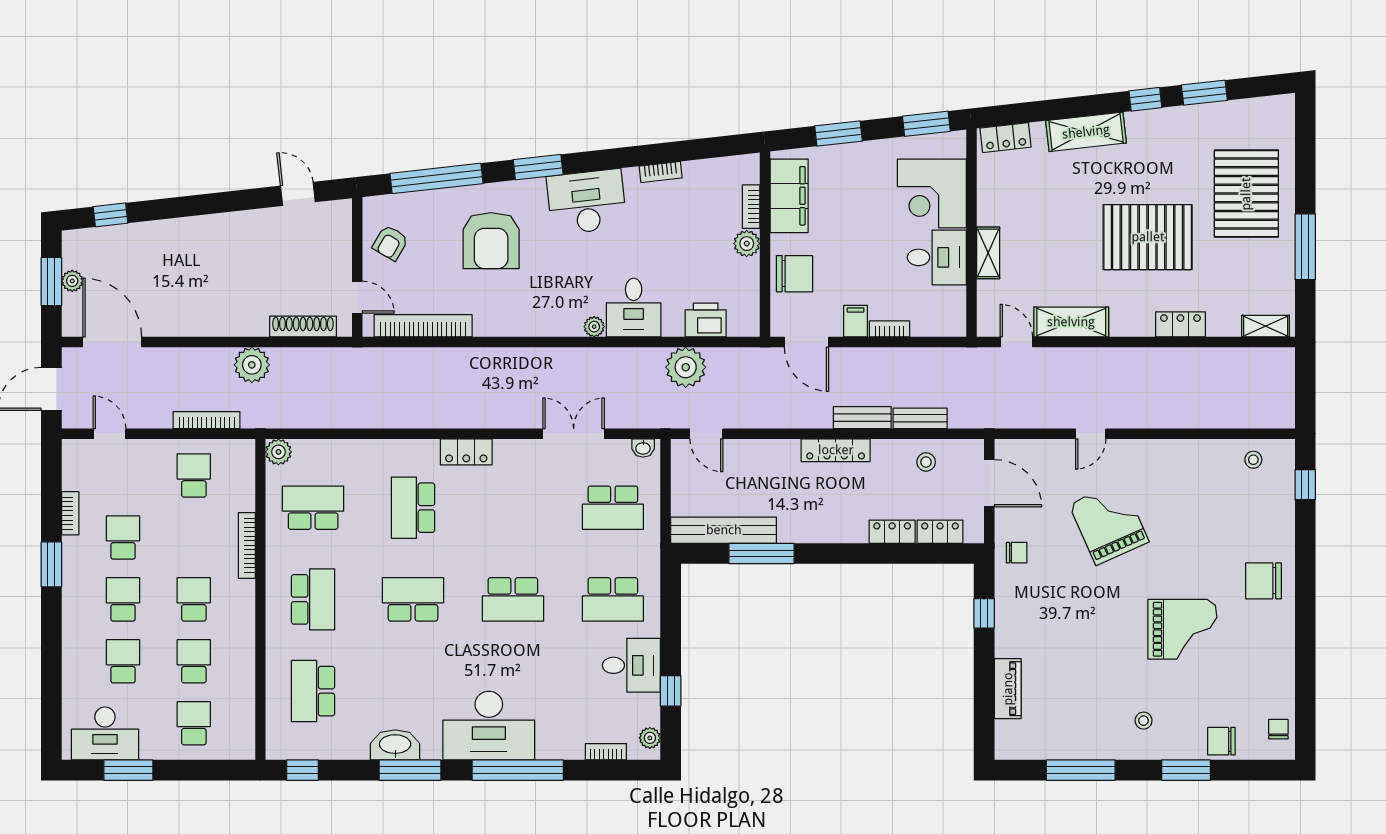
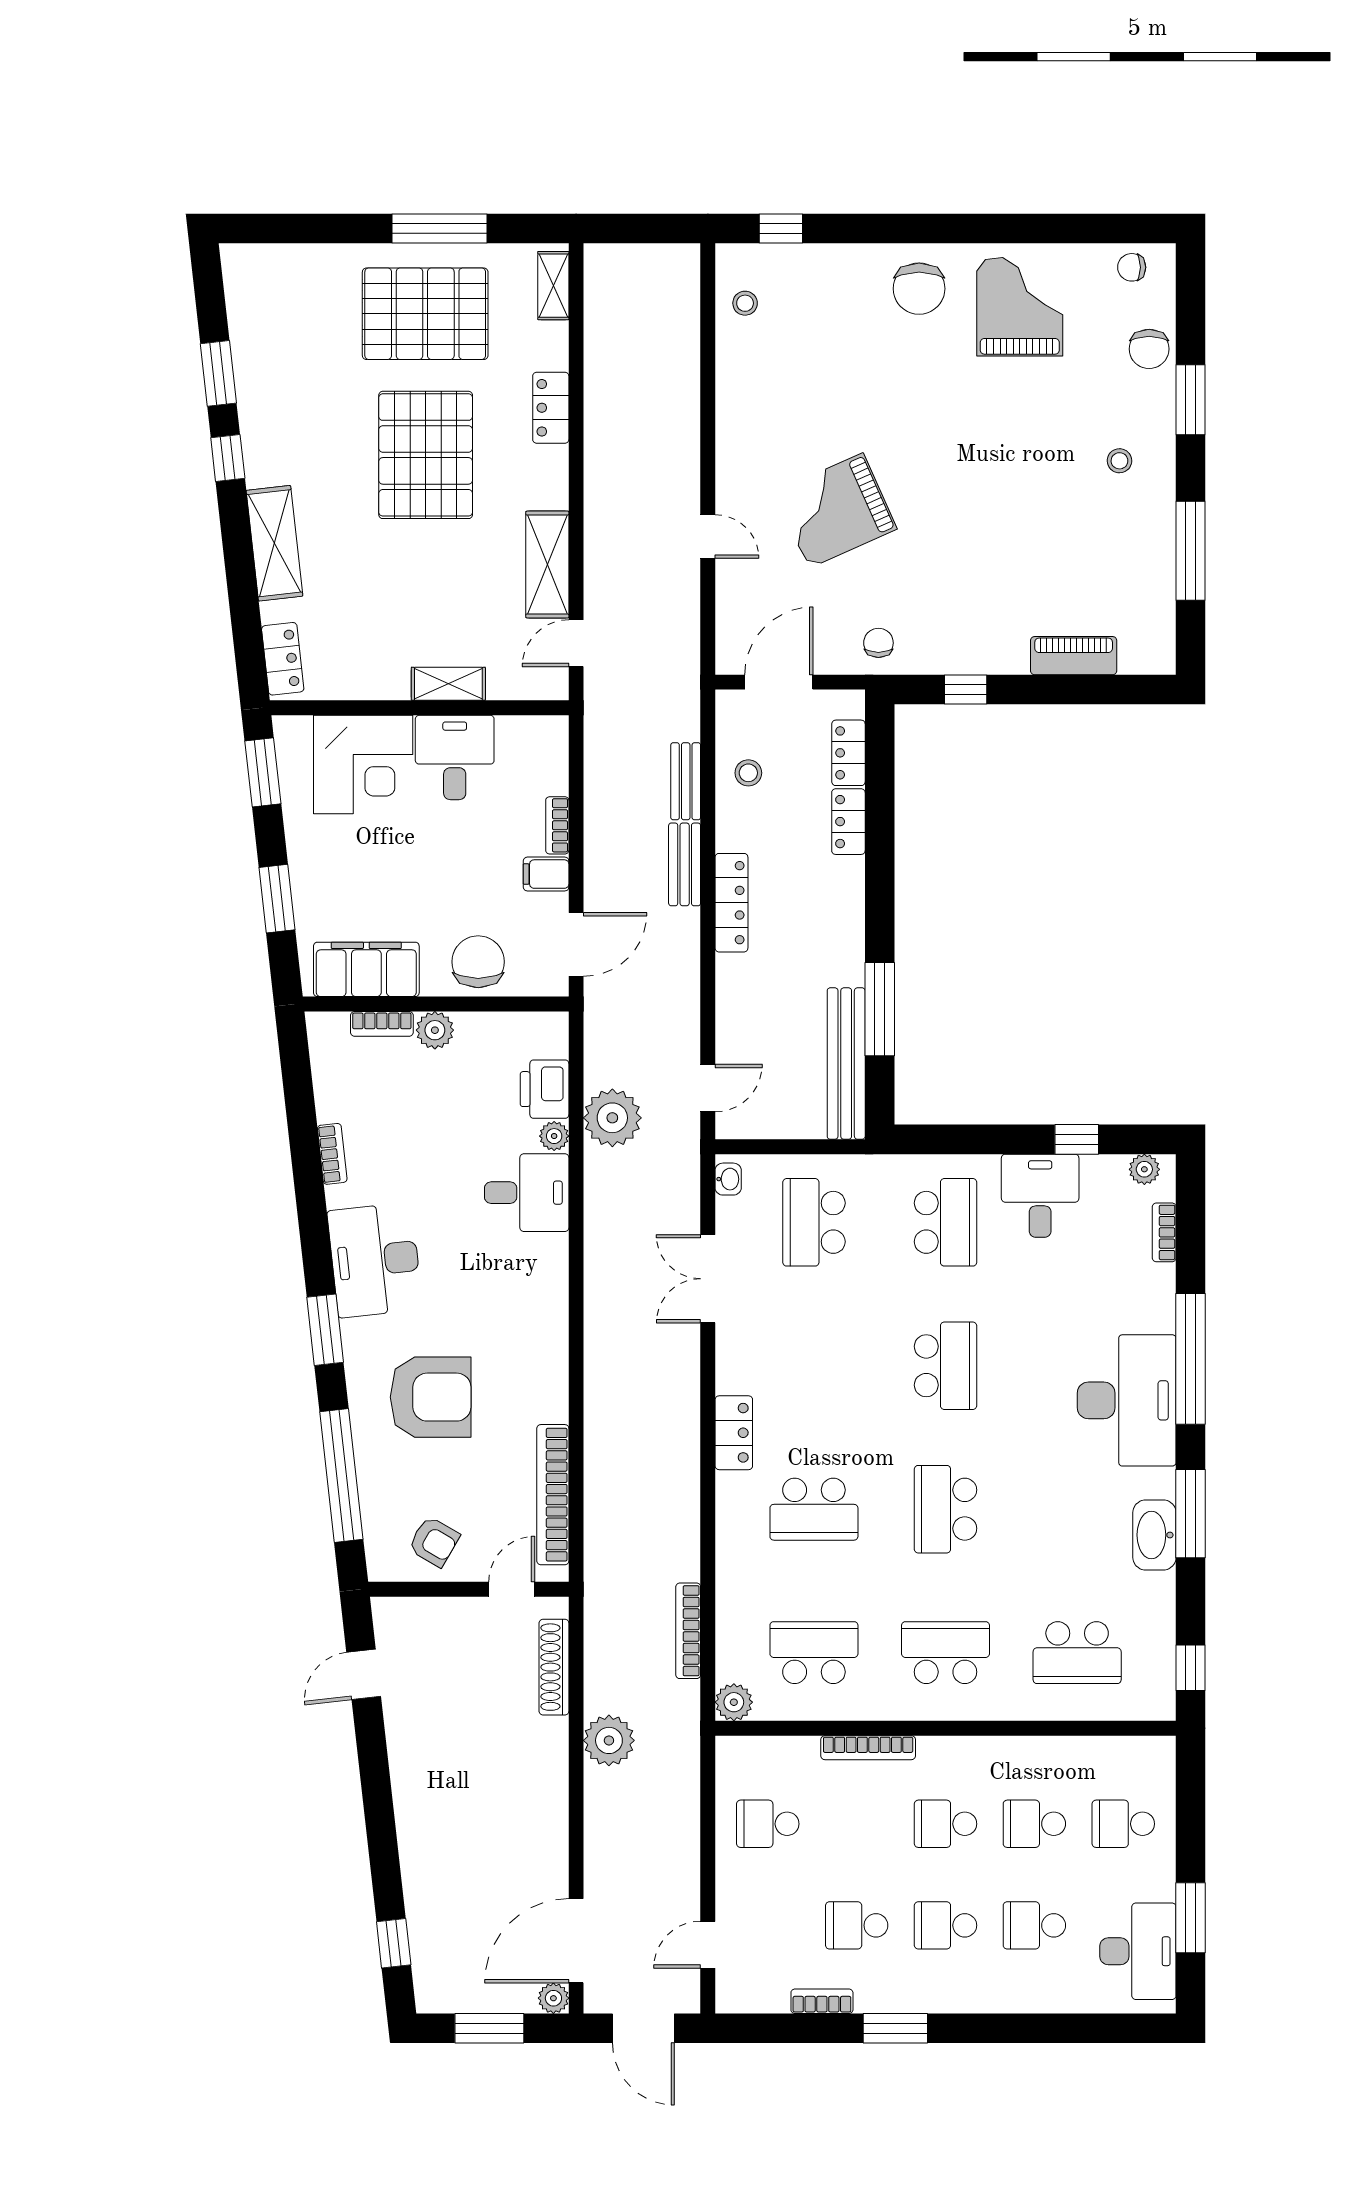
pallet: (1246, 194) -> (425, 314), moved
plant: (72, 281) -> (553, 1998), moved
plant: (594, 327) -> (554, 1136), moved
bookcase: (207, 420) -> (688, 1631), moved
school desk: (313, 508) -> (814, 1653), turned 90
school desk: (613, 508) -> (814, 1222), turned 180
grand piano: (1182, 629) -> (1020, 307), moved

